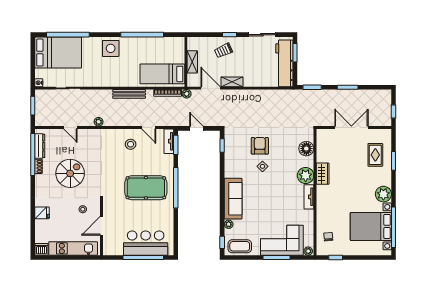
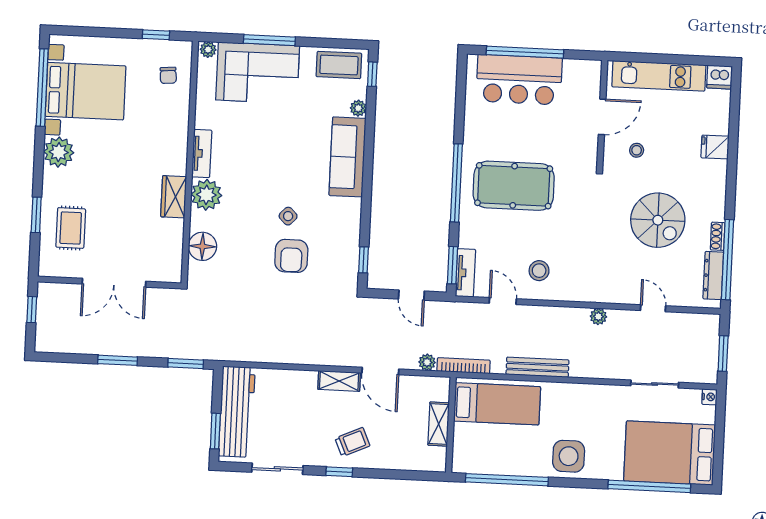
wall: (186, 62) -> (451, 425), moved
shelving: (192, 62) -> (439, 424), moved
bed: (162, 74) -> (497, 404), moved
spiral stairs: (70, 173) -> (658, 220), turned -90

